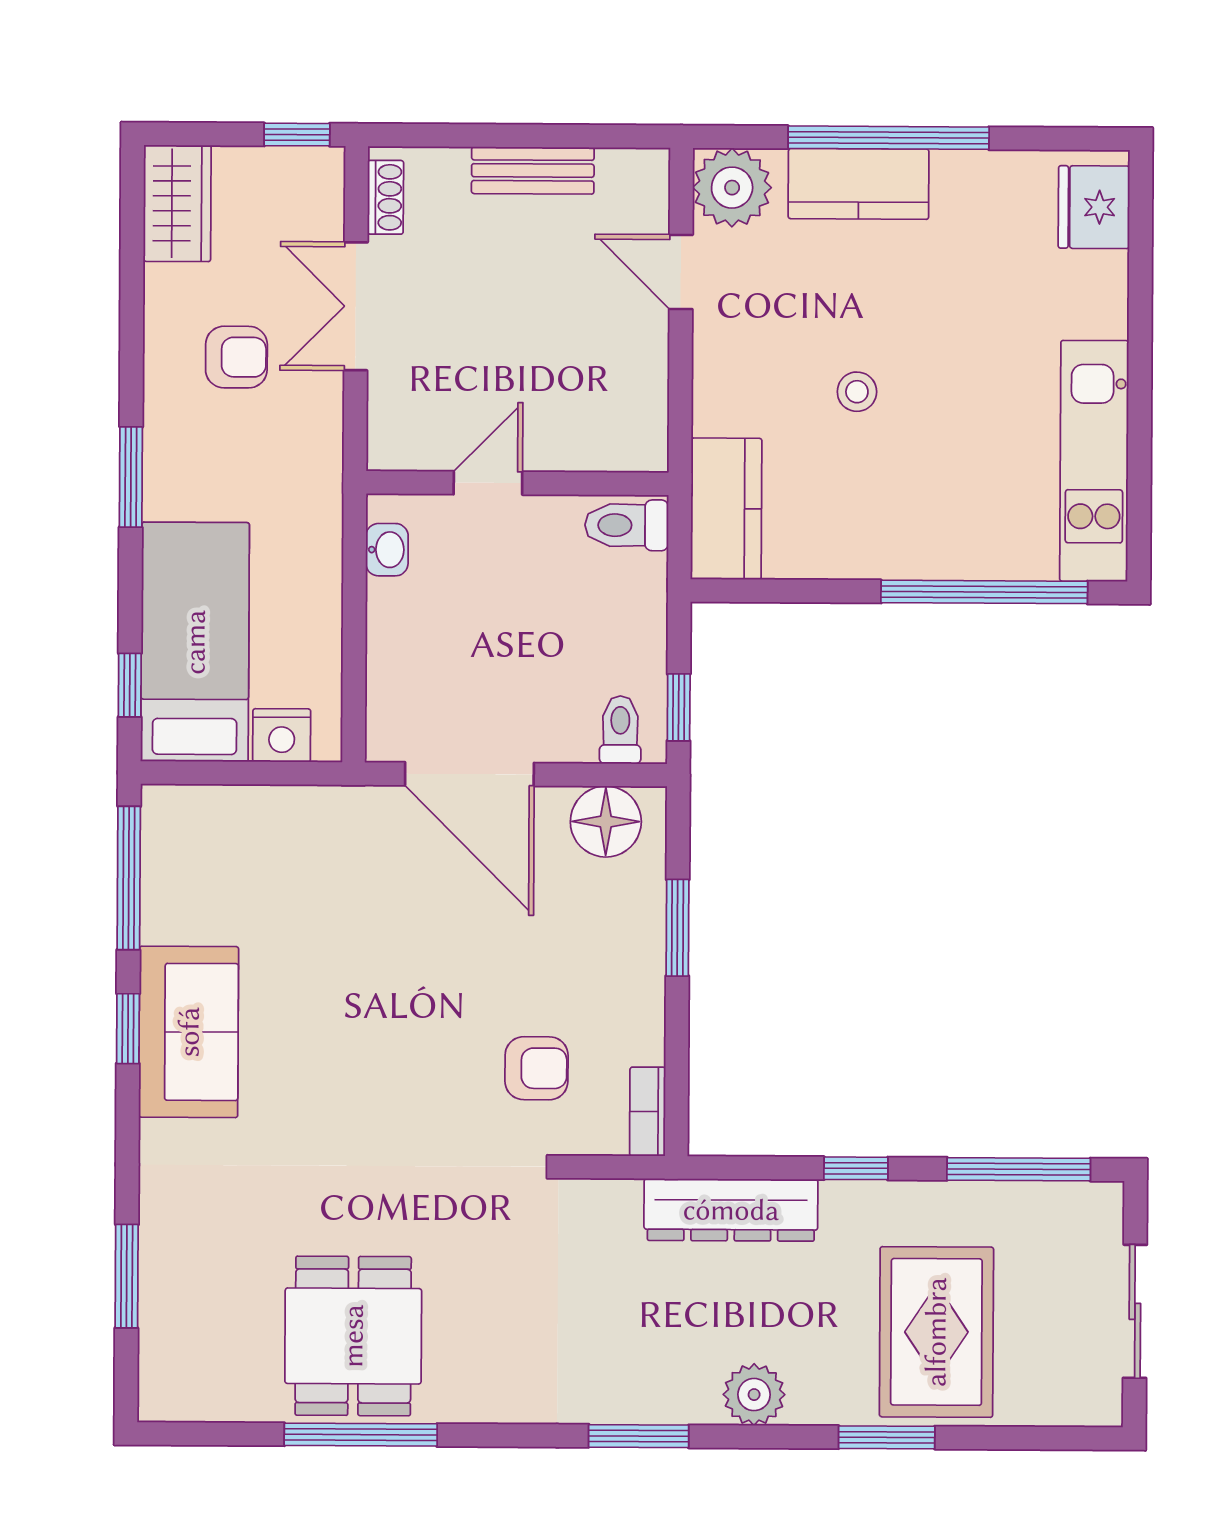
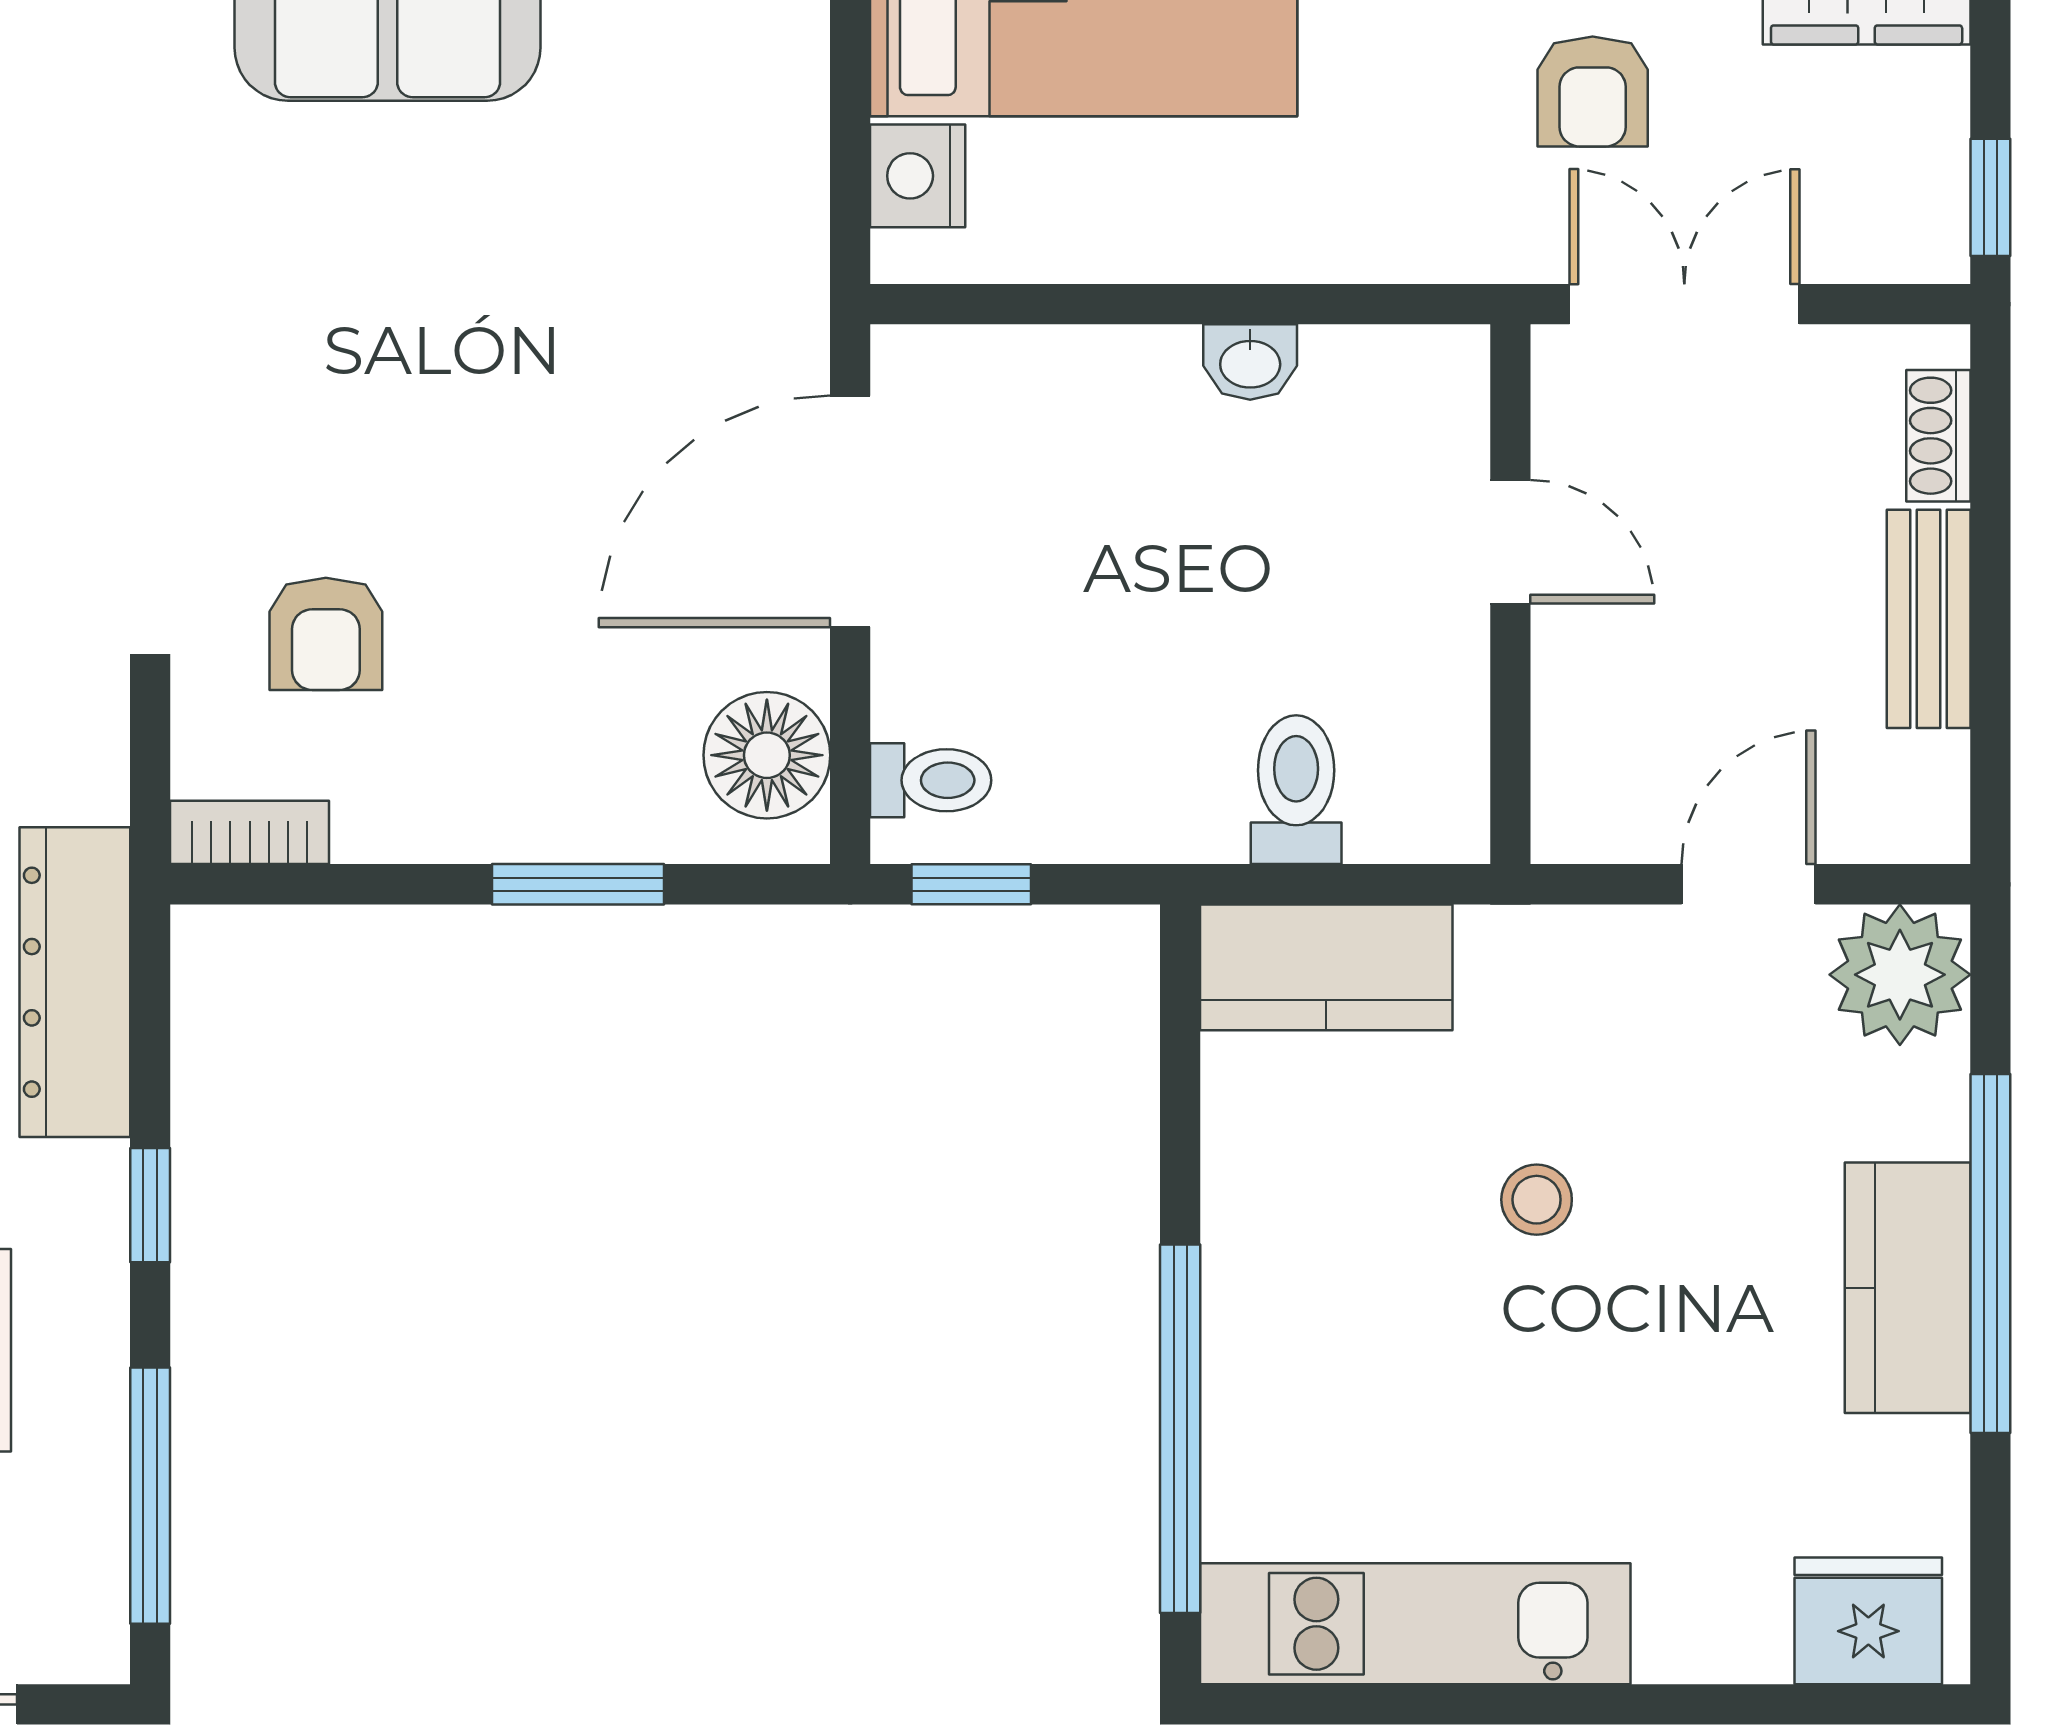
kitchen counter: (859, 184) -> (1908, 1288), moved
shoe rack: (386, 197) -> (1938, 436), moved, turned 90
door: (488, 483) -> (1510, 542), moved
wall: (517, 483) -> (1510, 594), moved

